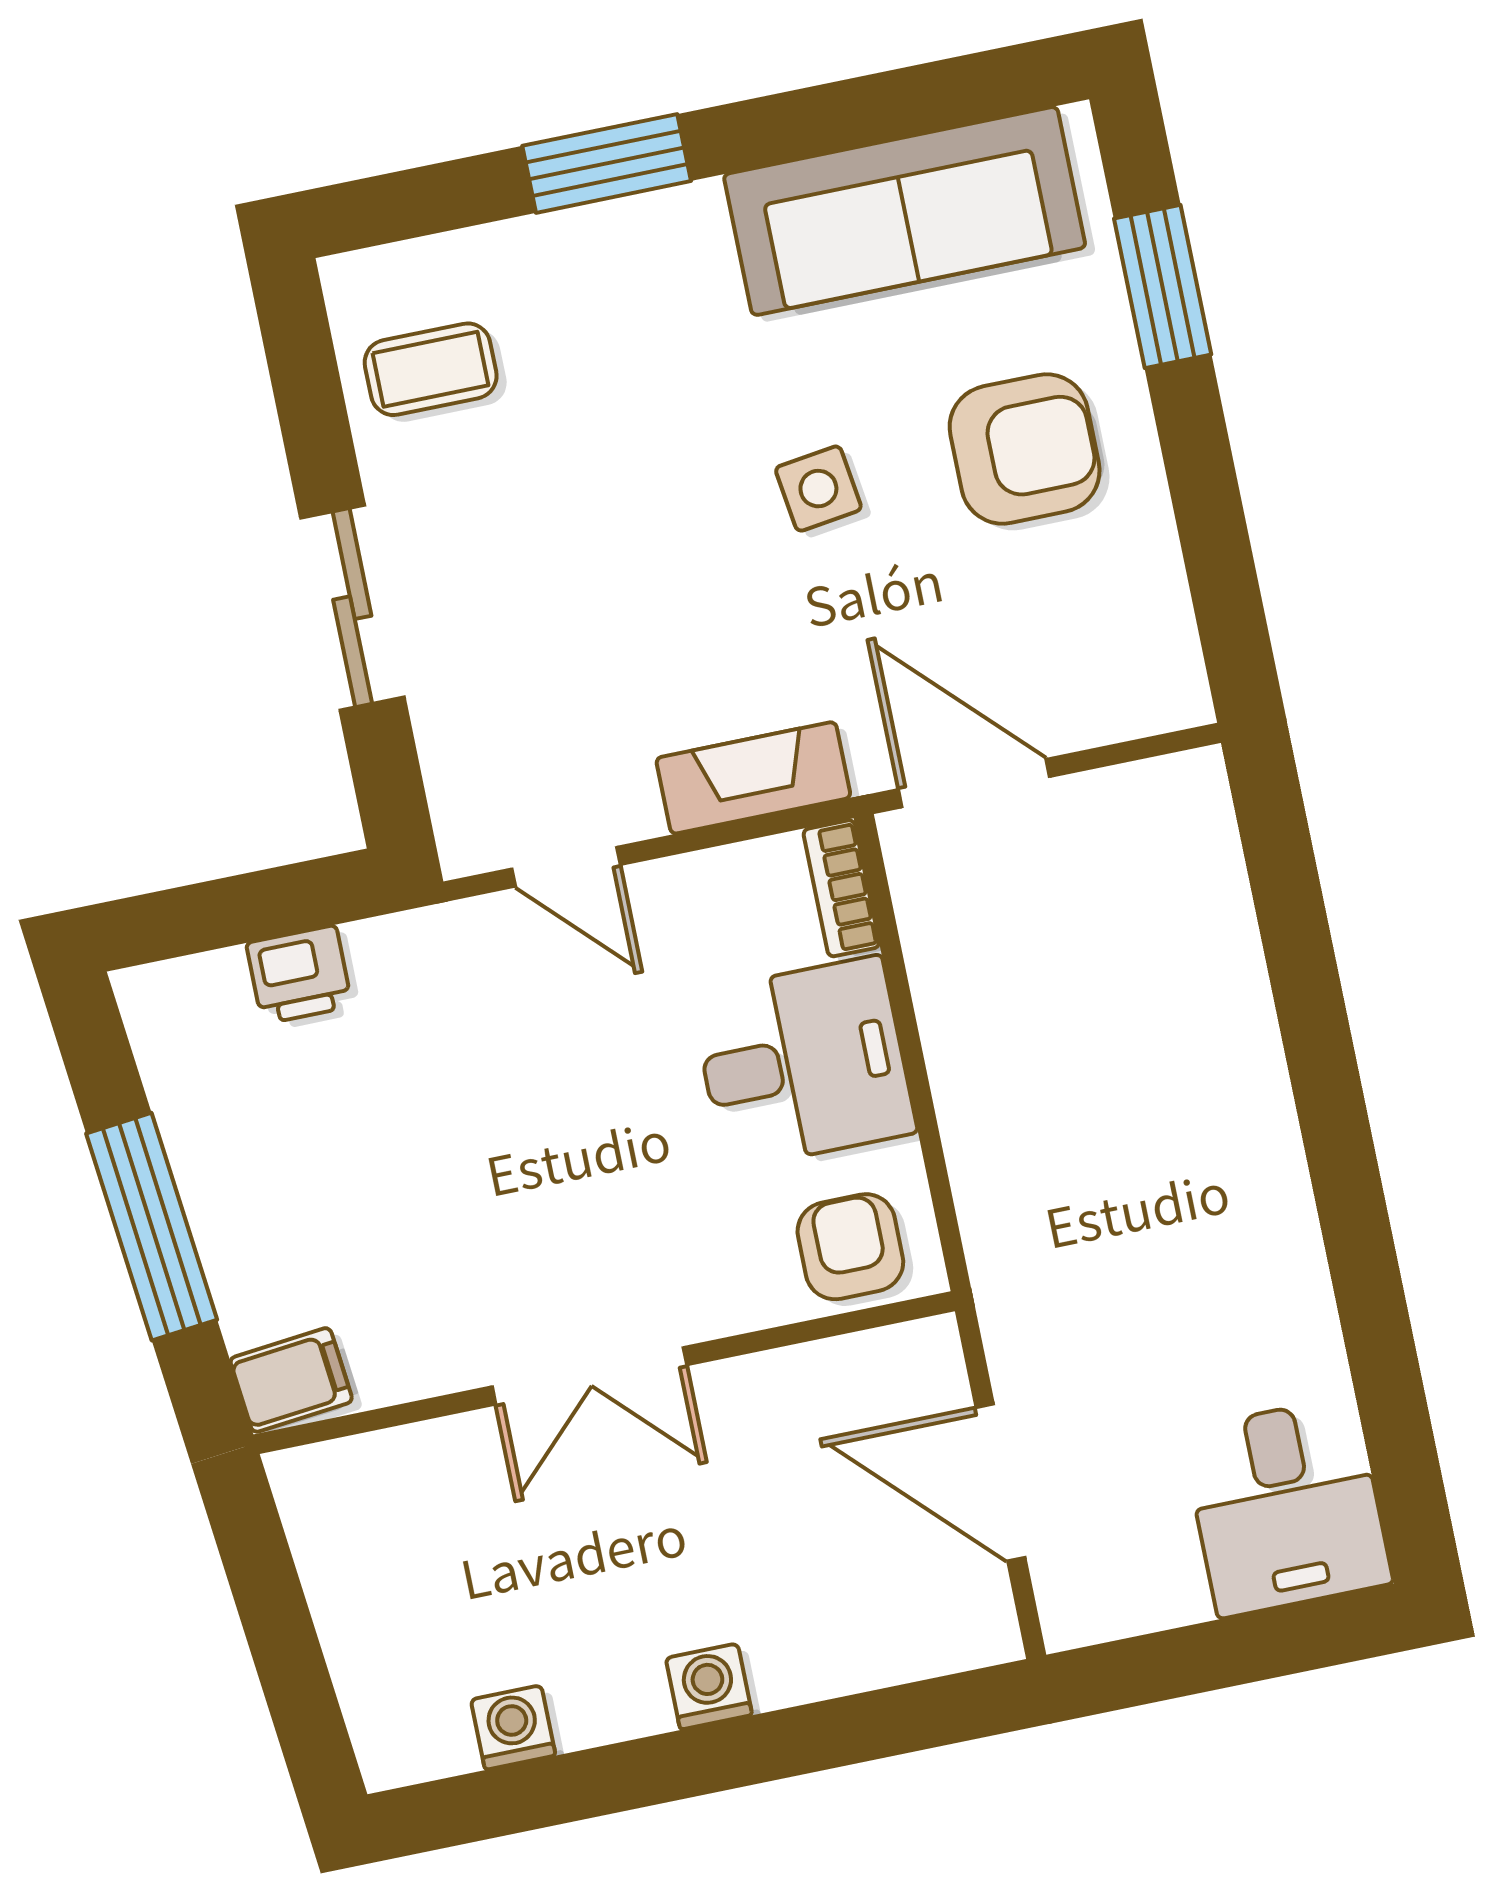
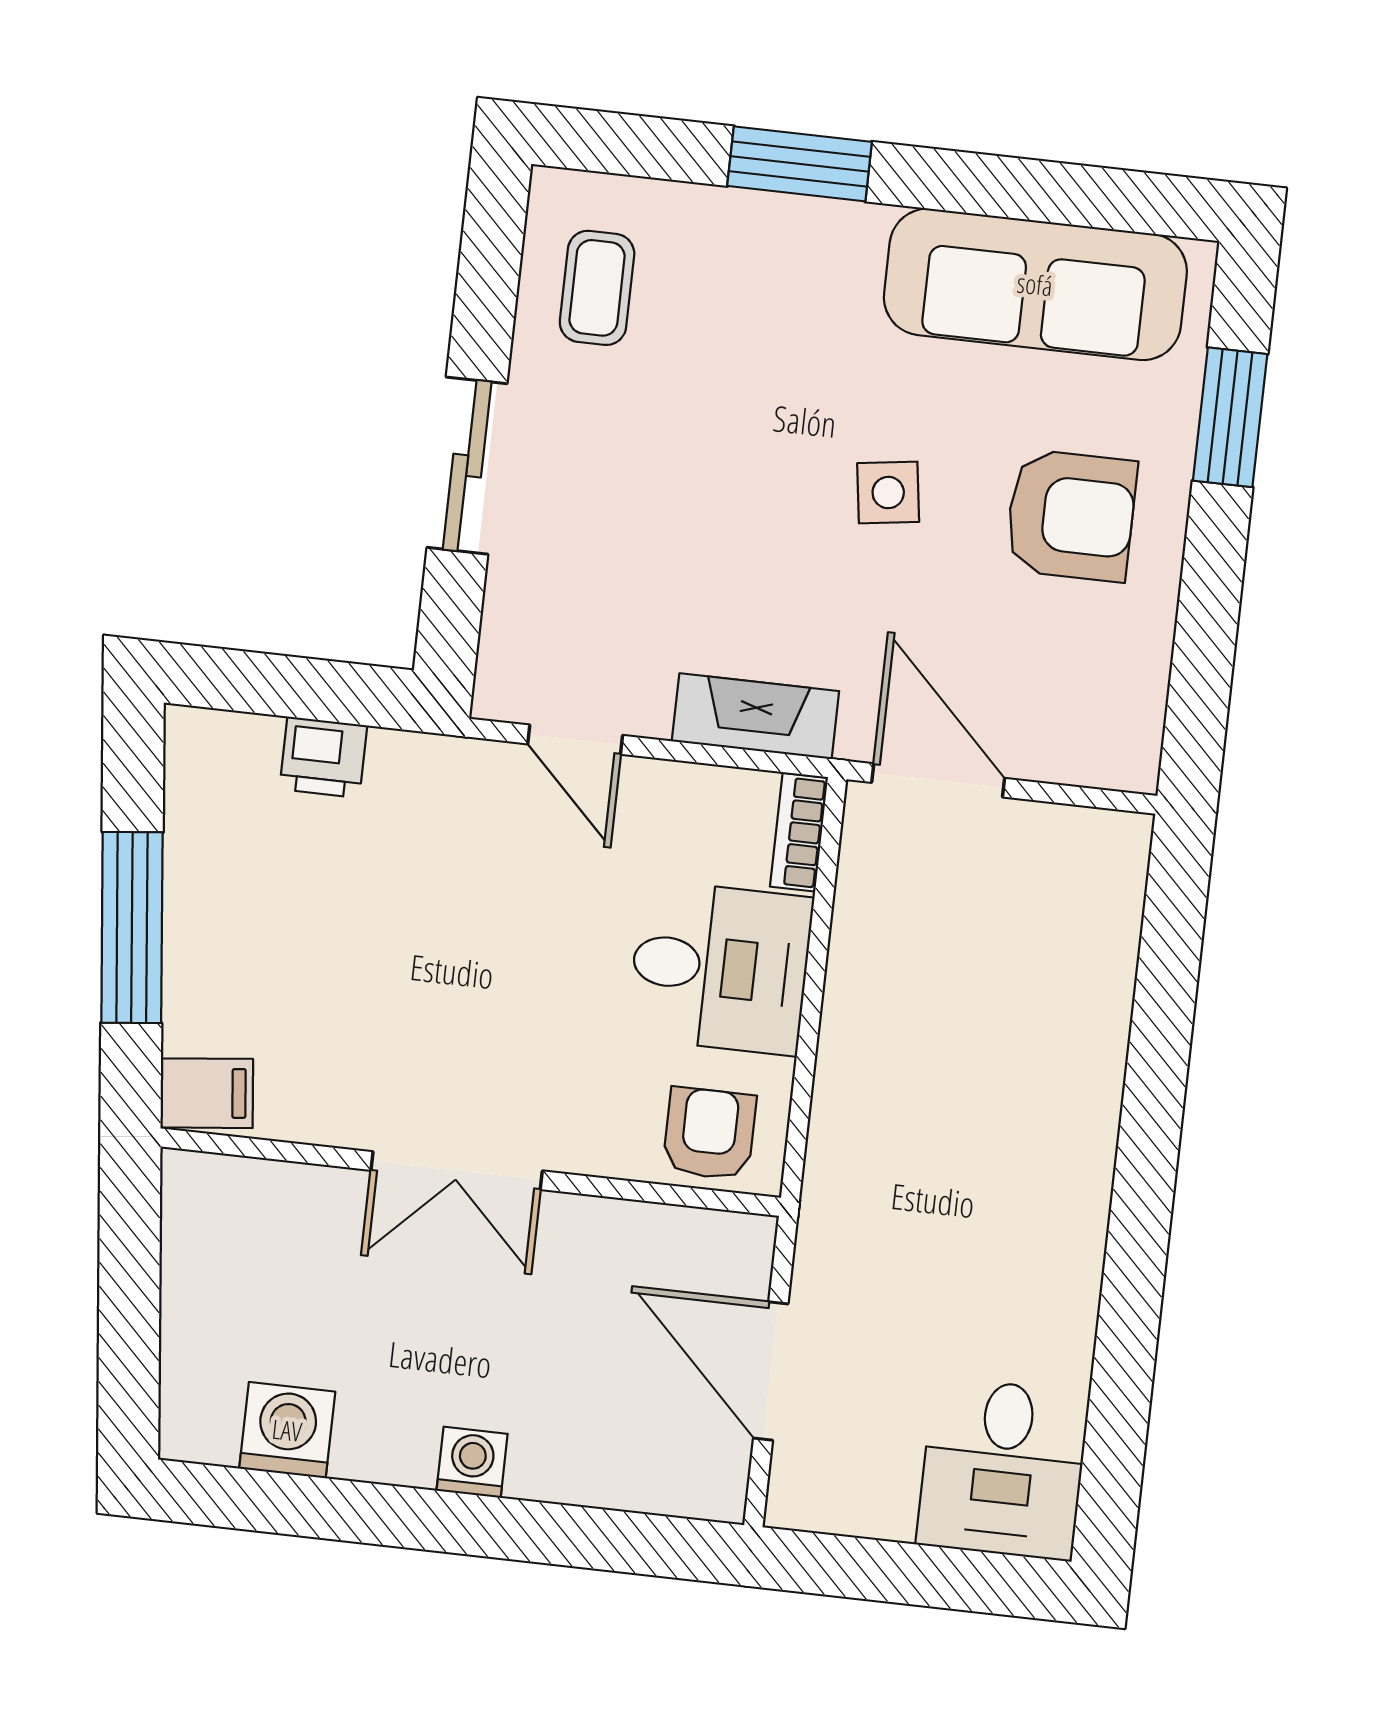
coffee table: (431, 369) -> (597, 288), turned 90
washing machine: (513, 1727) -> (287, 1430), width x1.38, depth x1.38

